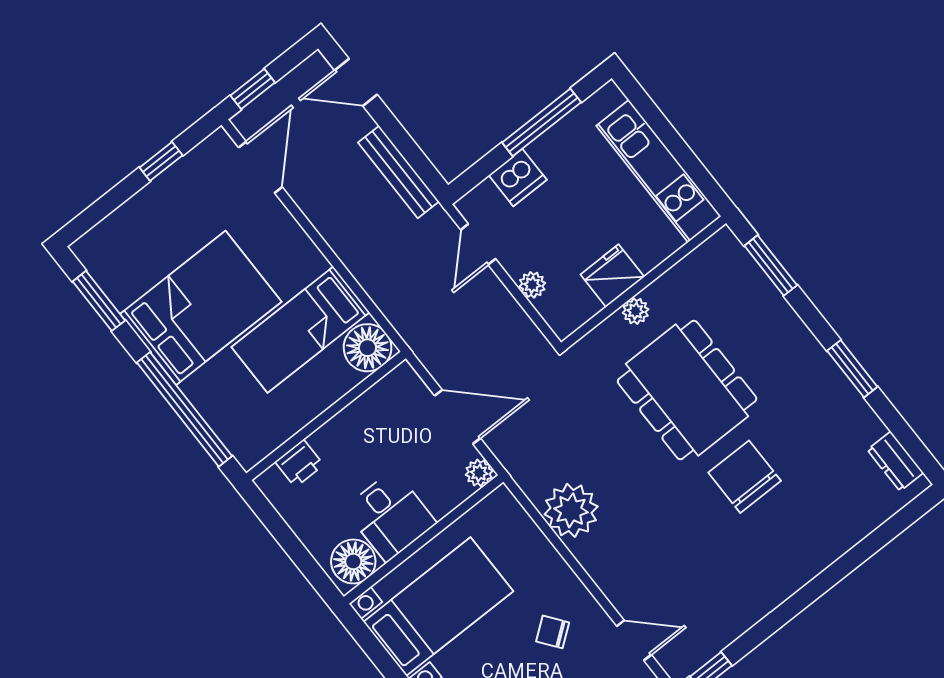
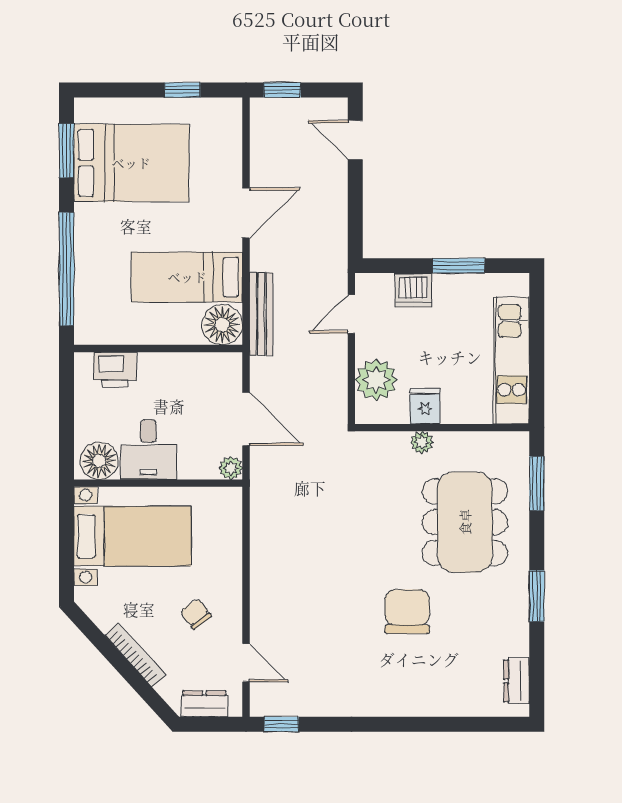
window: (542, 122) -> (459, 266), width x0.69
door: (260, 167) -> (246, 213), moved
bench: (399, 172) -> (261, 314), moved
fridge: (612, 276) -> (425, 406), width x0.72
plant: (532, 285) -> (376, 380), width x1.87, depth x1.87
bed: (201, 308) -> (131, 163), moved
dining table: (687, 390) -> (465, 522), moved
printer: (299, 463) -> (115, 370), width x1.36, depth x1.24
plant: (571, 510) -> (273, 542), removed

